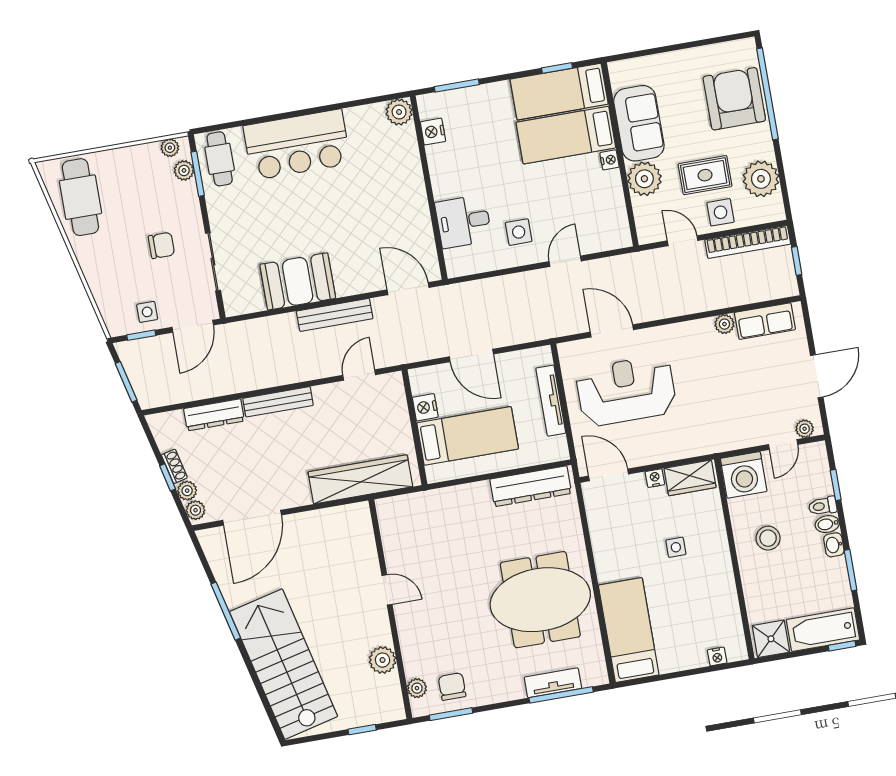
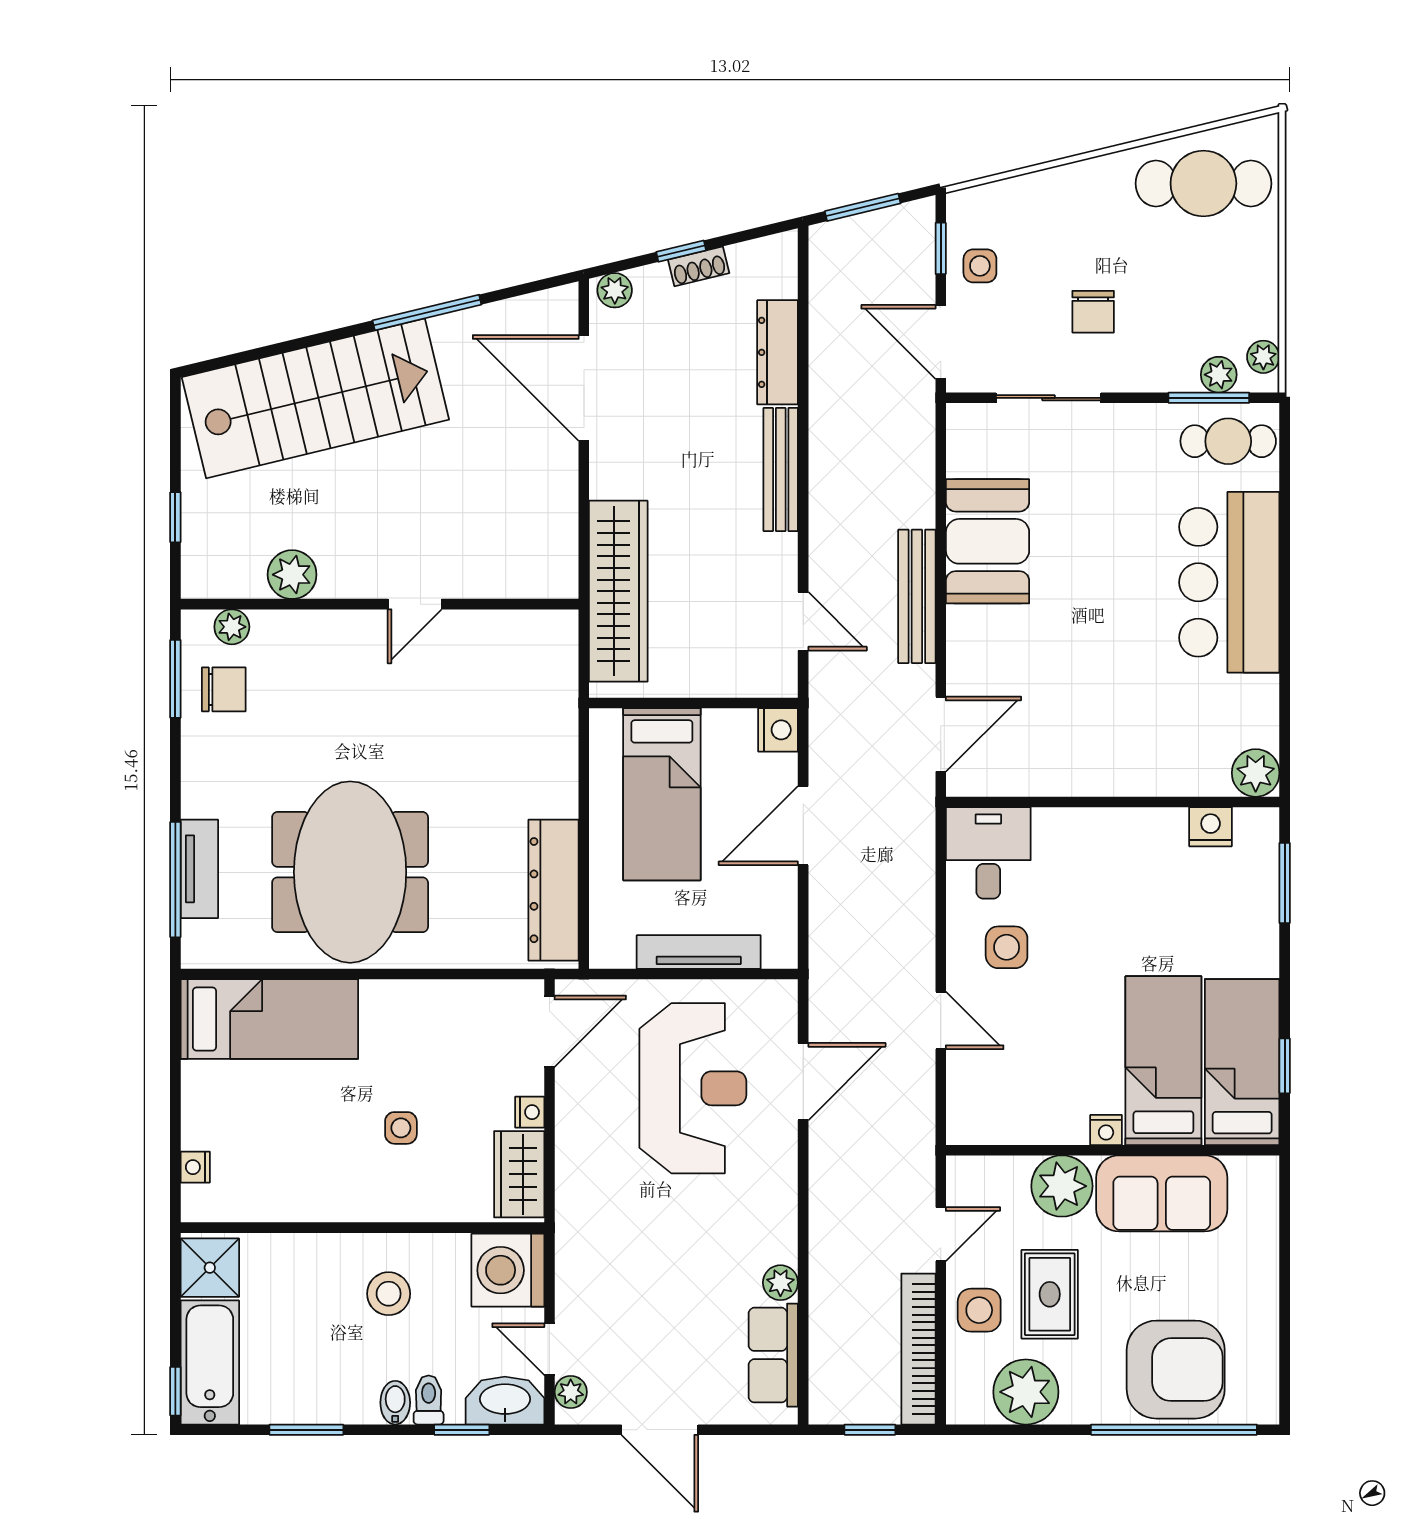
desk: (463, 221) -> (988, 853), moved
nightstand: (425, 407) -> (778, 730), moved, turned 90
plant: (187, 491) -> (652, 281), removed
washbasin: (834, 545) -> (505, 1401), moved, width x1.91, depth x1.45

